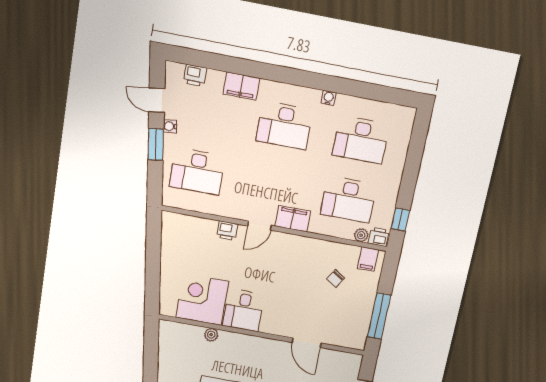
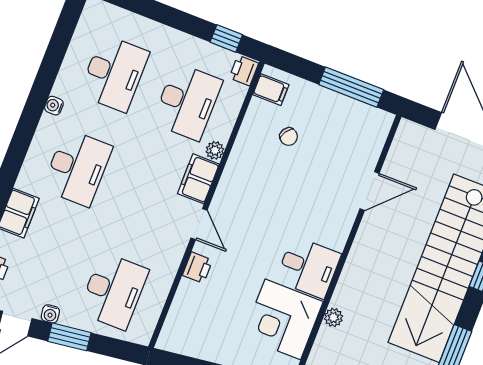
plant: (361, 235) -> (215, 150), moved

